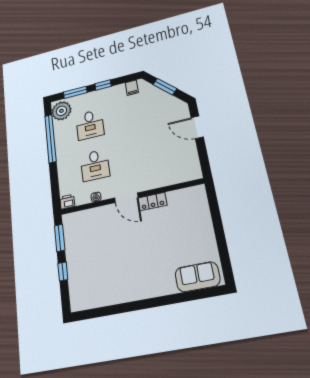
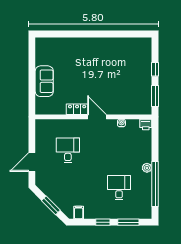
plant: (61, 111) -> (147, 168), moved, width x0.53, depth x0.53
door: (197, 127) -> (32, 162), swing flipped
desk: (95, 165) -> (68, 150), moved
sofa: (197, 277) -> (44, 81), moved, turned -90

